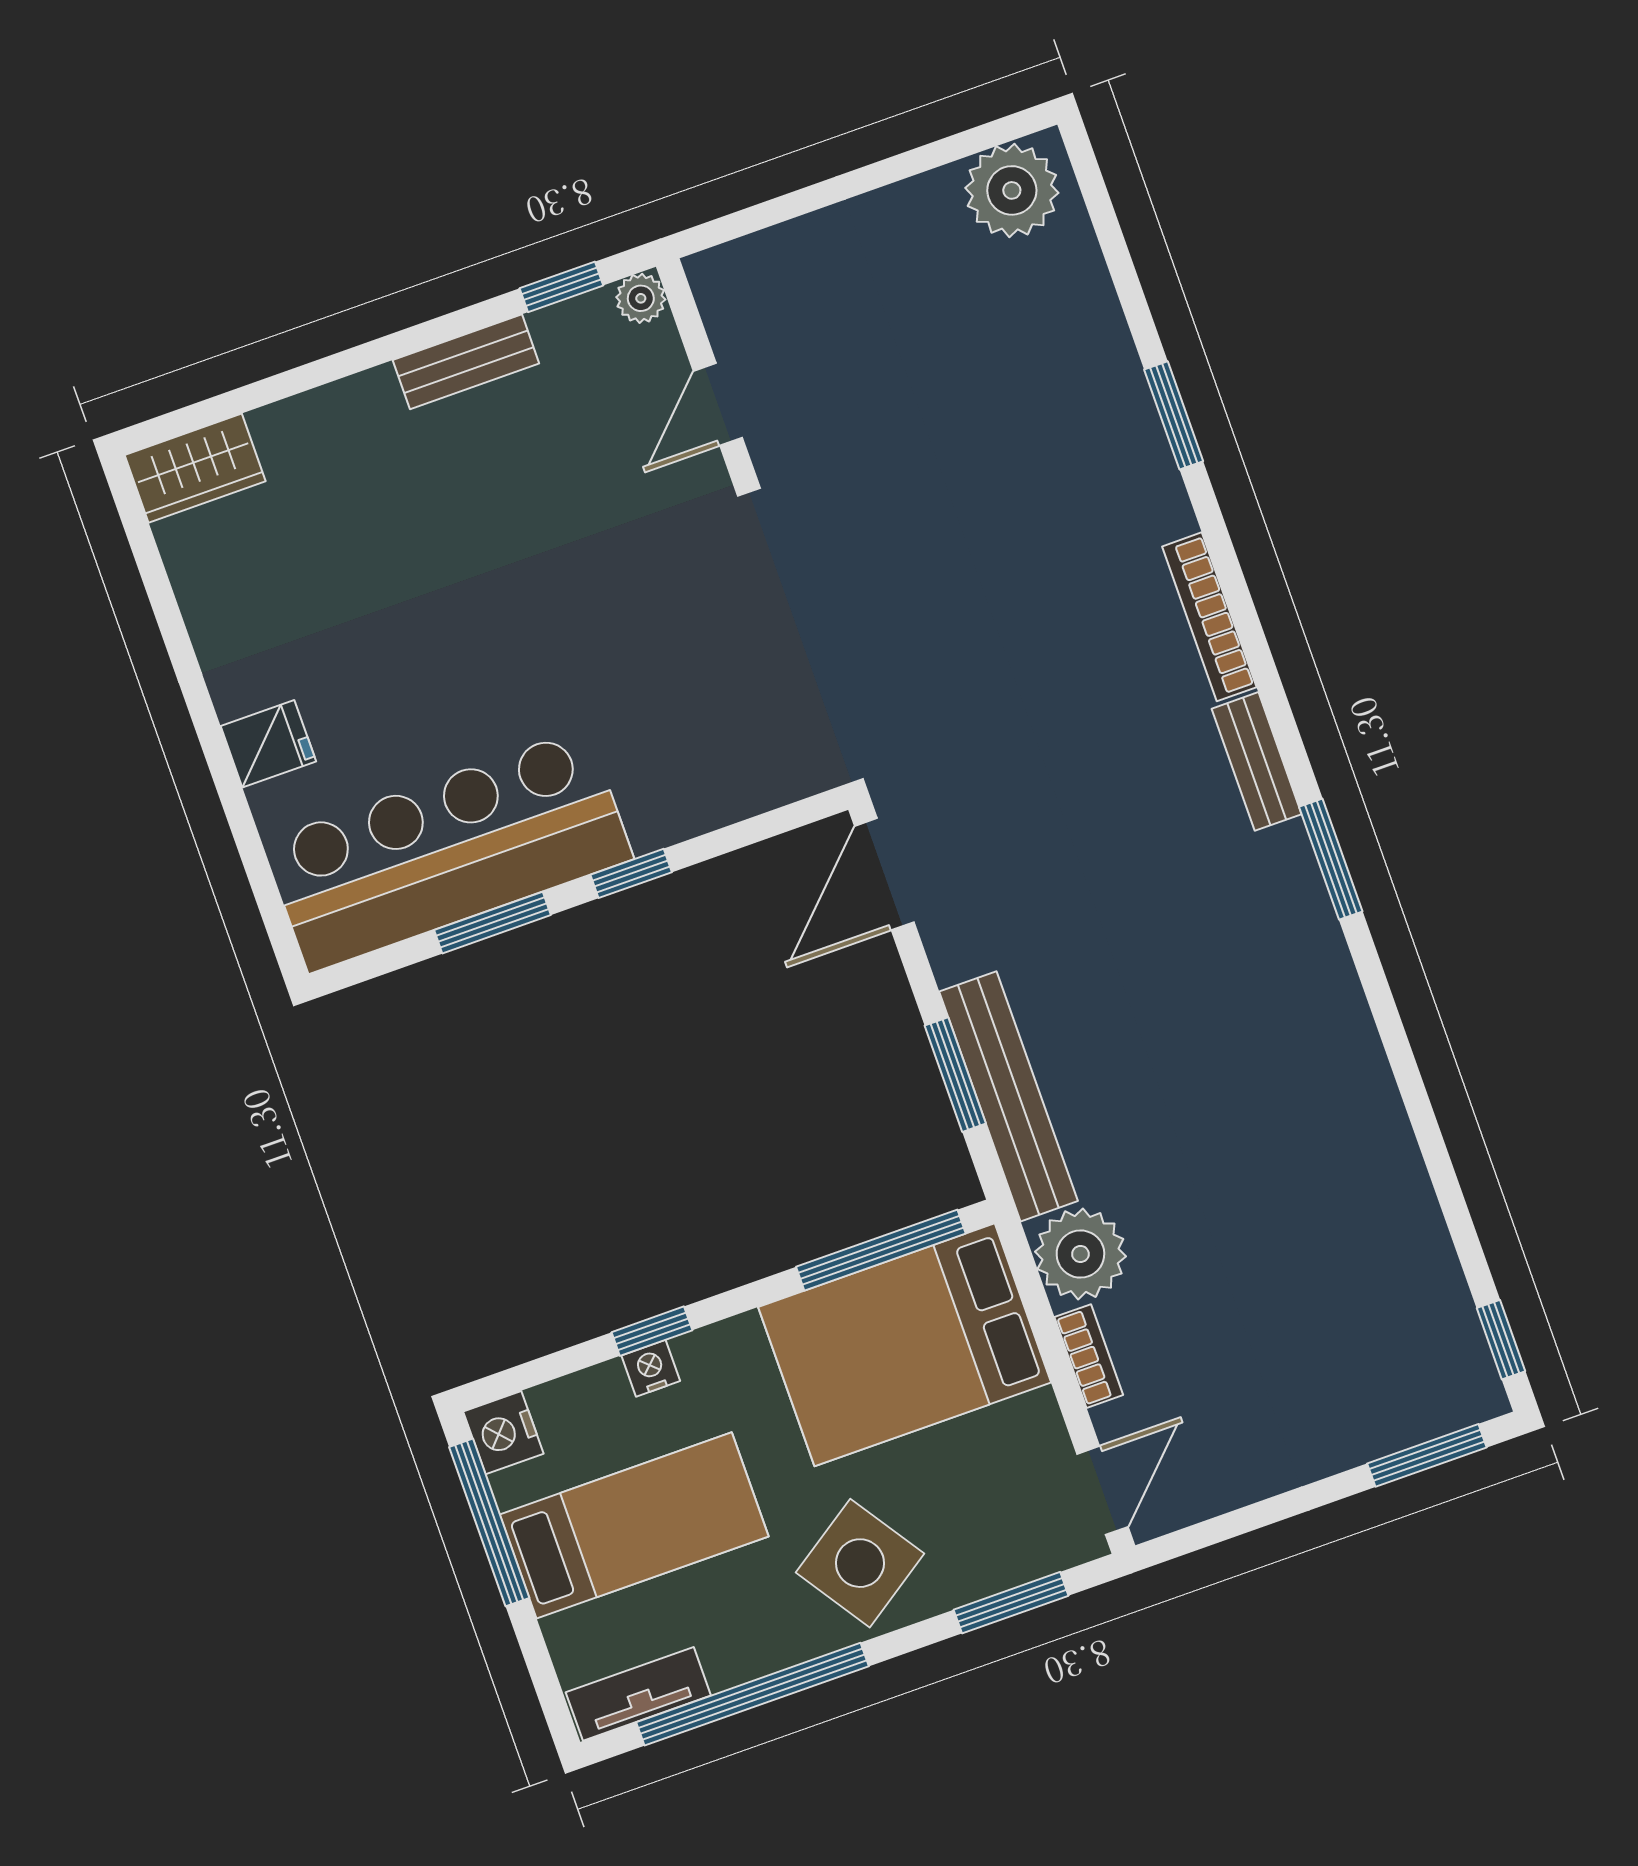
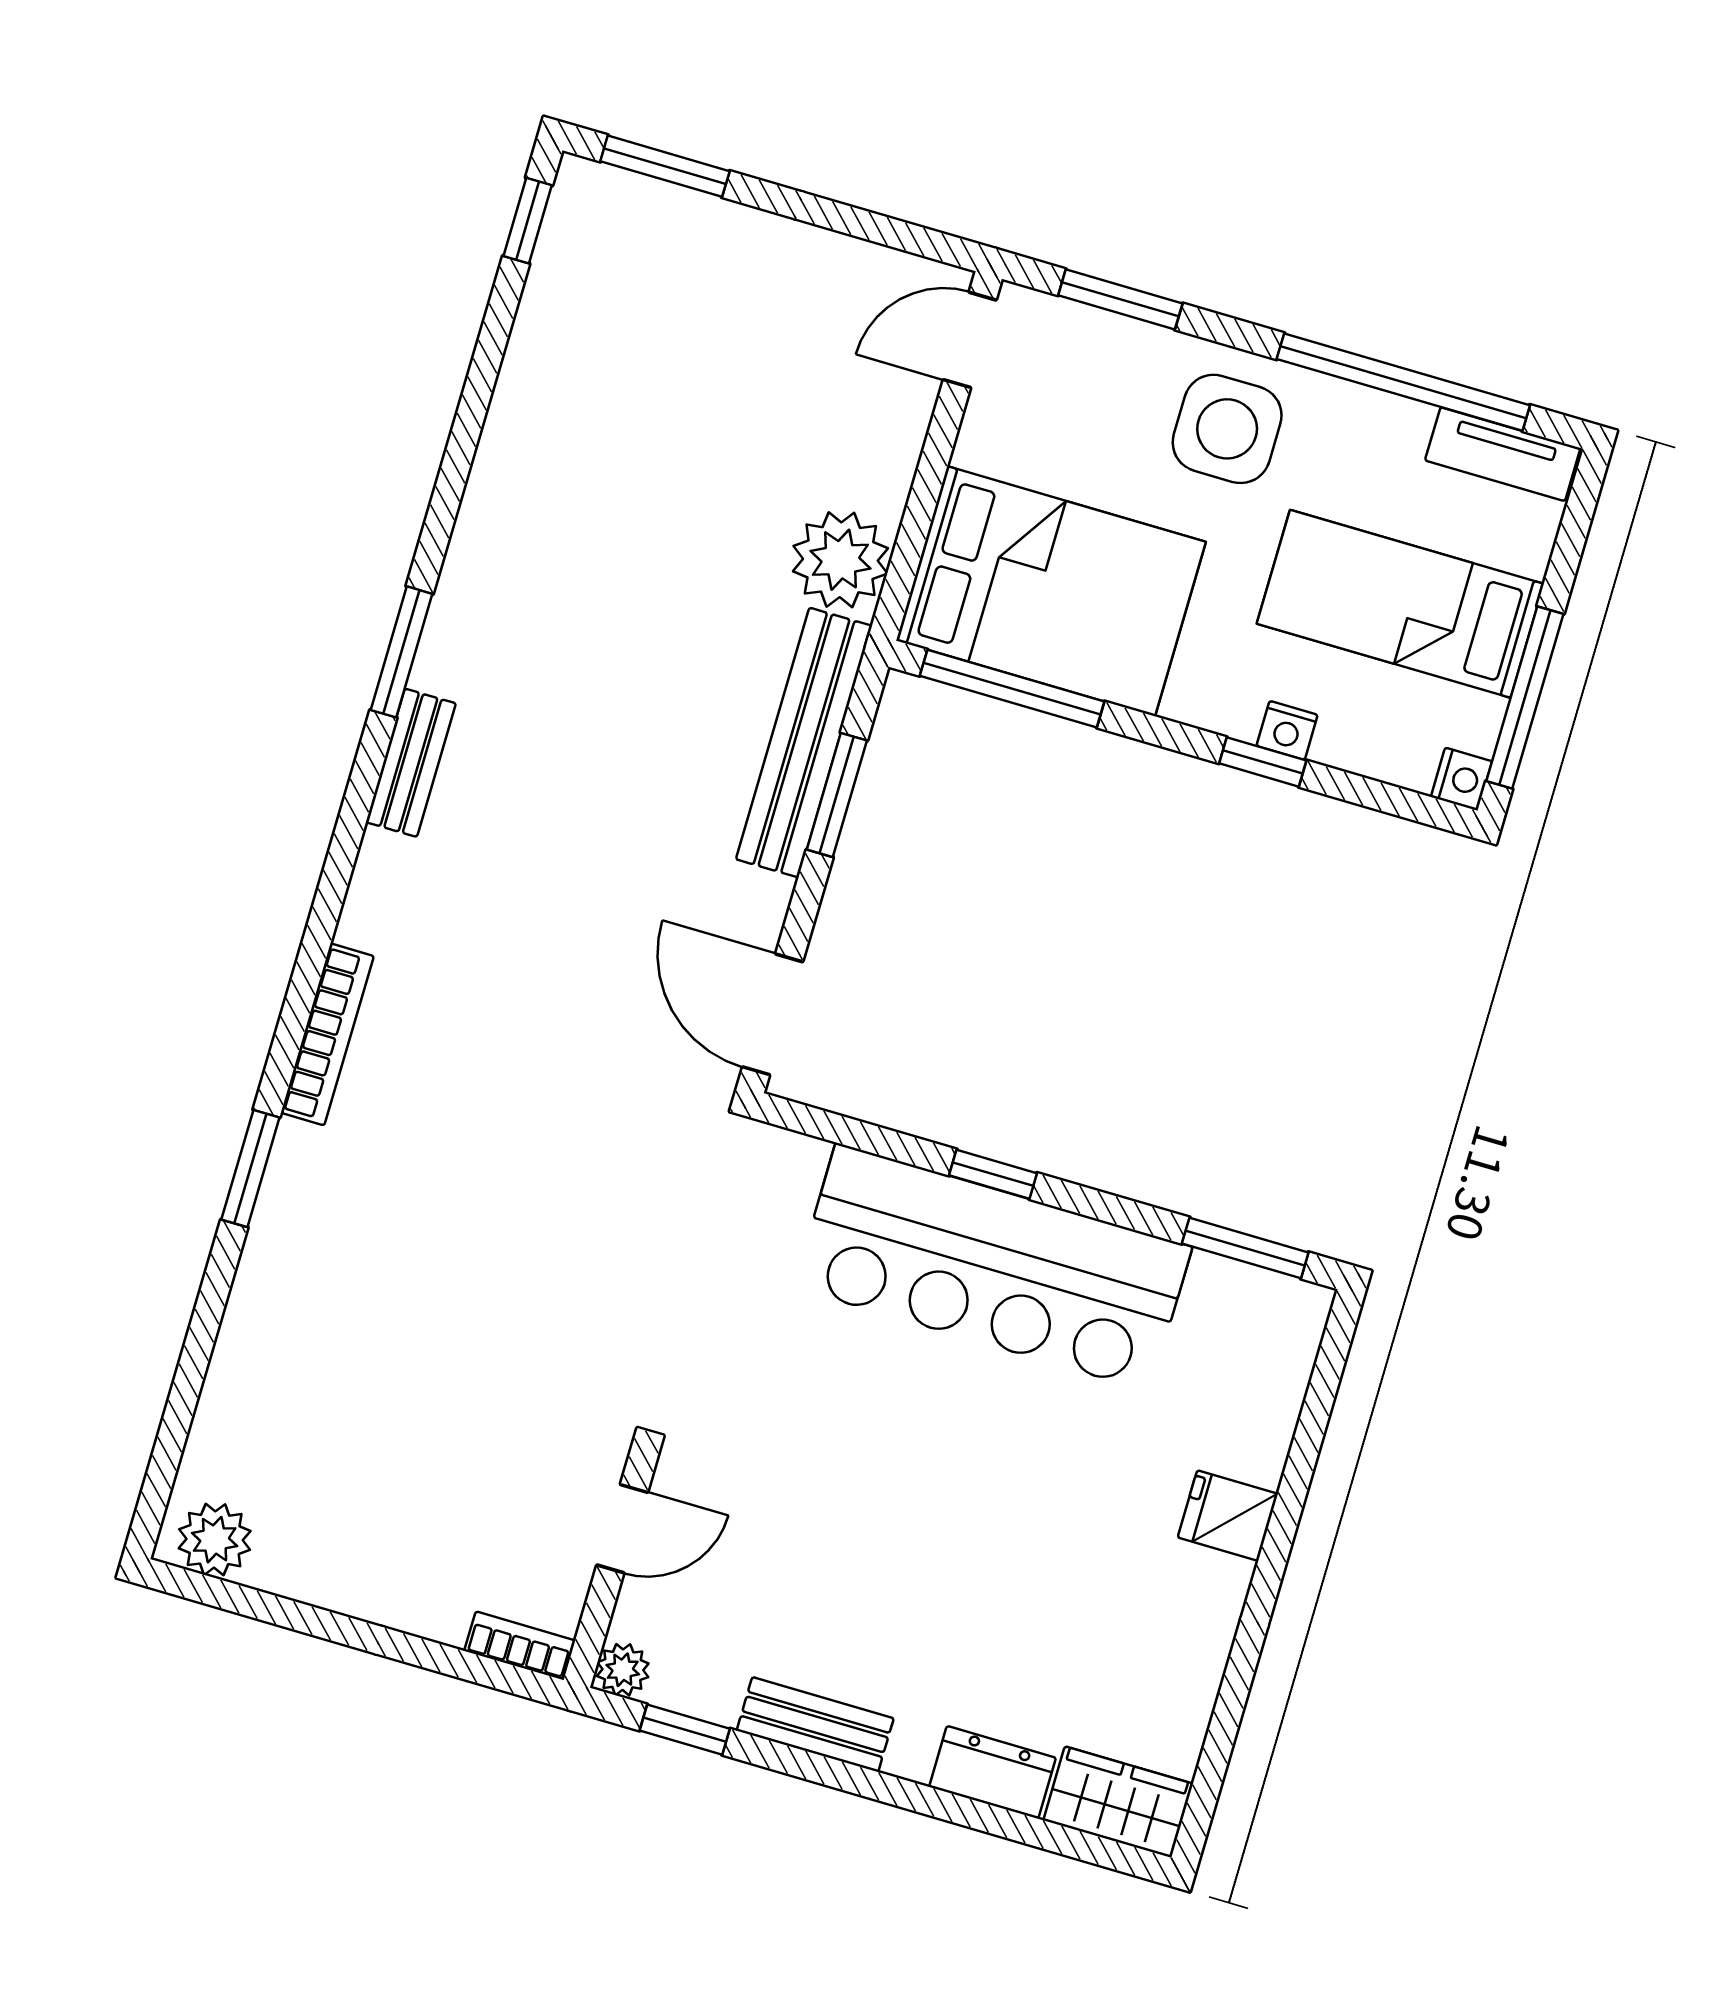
plant: (1012, 190) -> (215, 1540), width x0.73, depth x0.73
window: (1174, 415) -> (250, 1168), moved
dresser: (306, 422) -> (993, 1772), added
bench: (1257, 761) -> (411, 763), moved
bar counter: (448, 850) -> (993, 1267), moved
window: (1331, 859) -> (401, 652), moved
door: (884, 874) -> (773, 1014), swing flipped
window: (492, 923) -> (1245, 1248), moved
bookcase: (1089, 1356) -> (520, 1646), moved, turned 90
nightstand: (503, 1433) -> (1461, 779), width x0.72, depth x0.74
side table: (860, 1563) -> (1227, 429), turned 34

